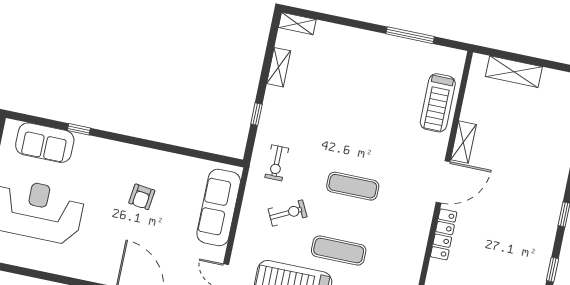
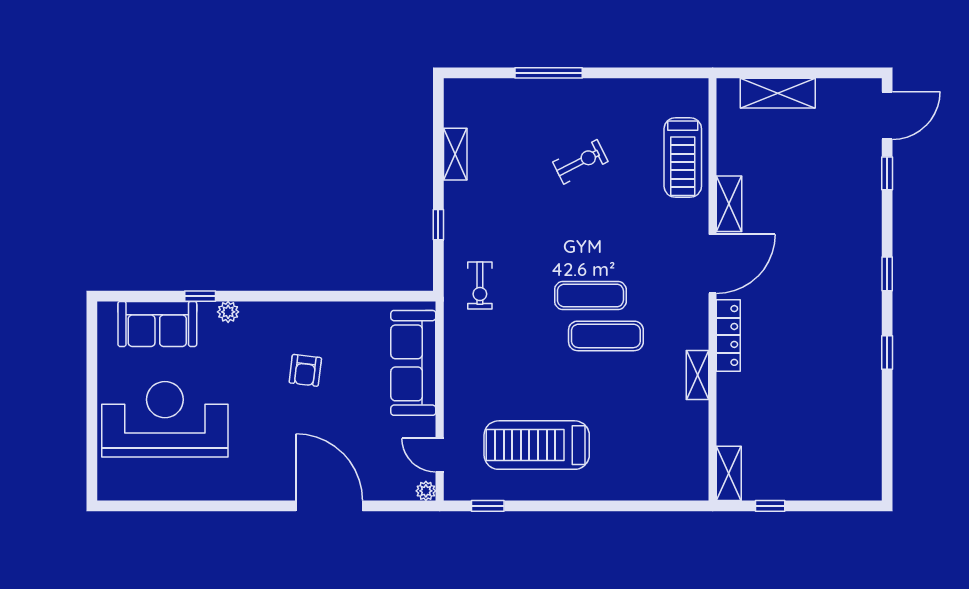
shelving: (297, 24) -> (698, 375), moved, turned 90
window: (410, 35) -> (549, 73), moved
plant: (96, 145) -> (228, 312), added
exercise bike: (288, 213) -> (580, 162), moved
exercise mat: (339, 251) -> (606, 336), moved

